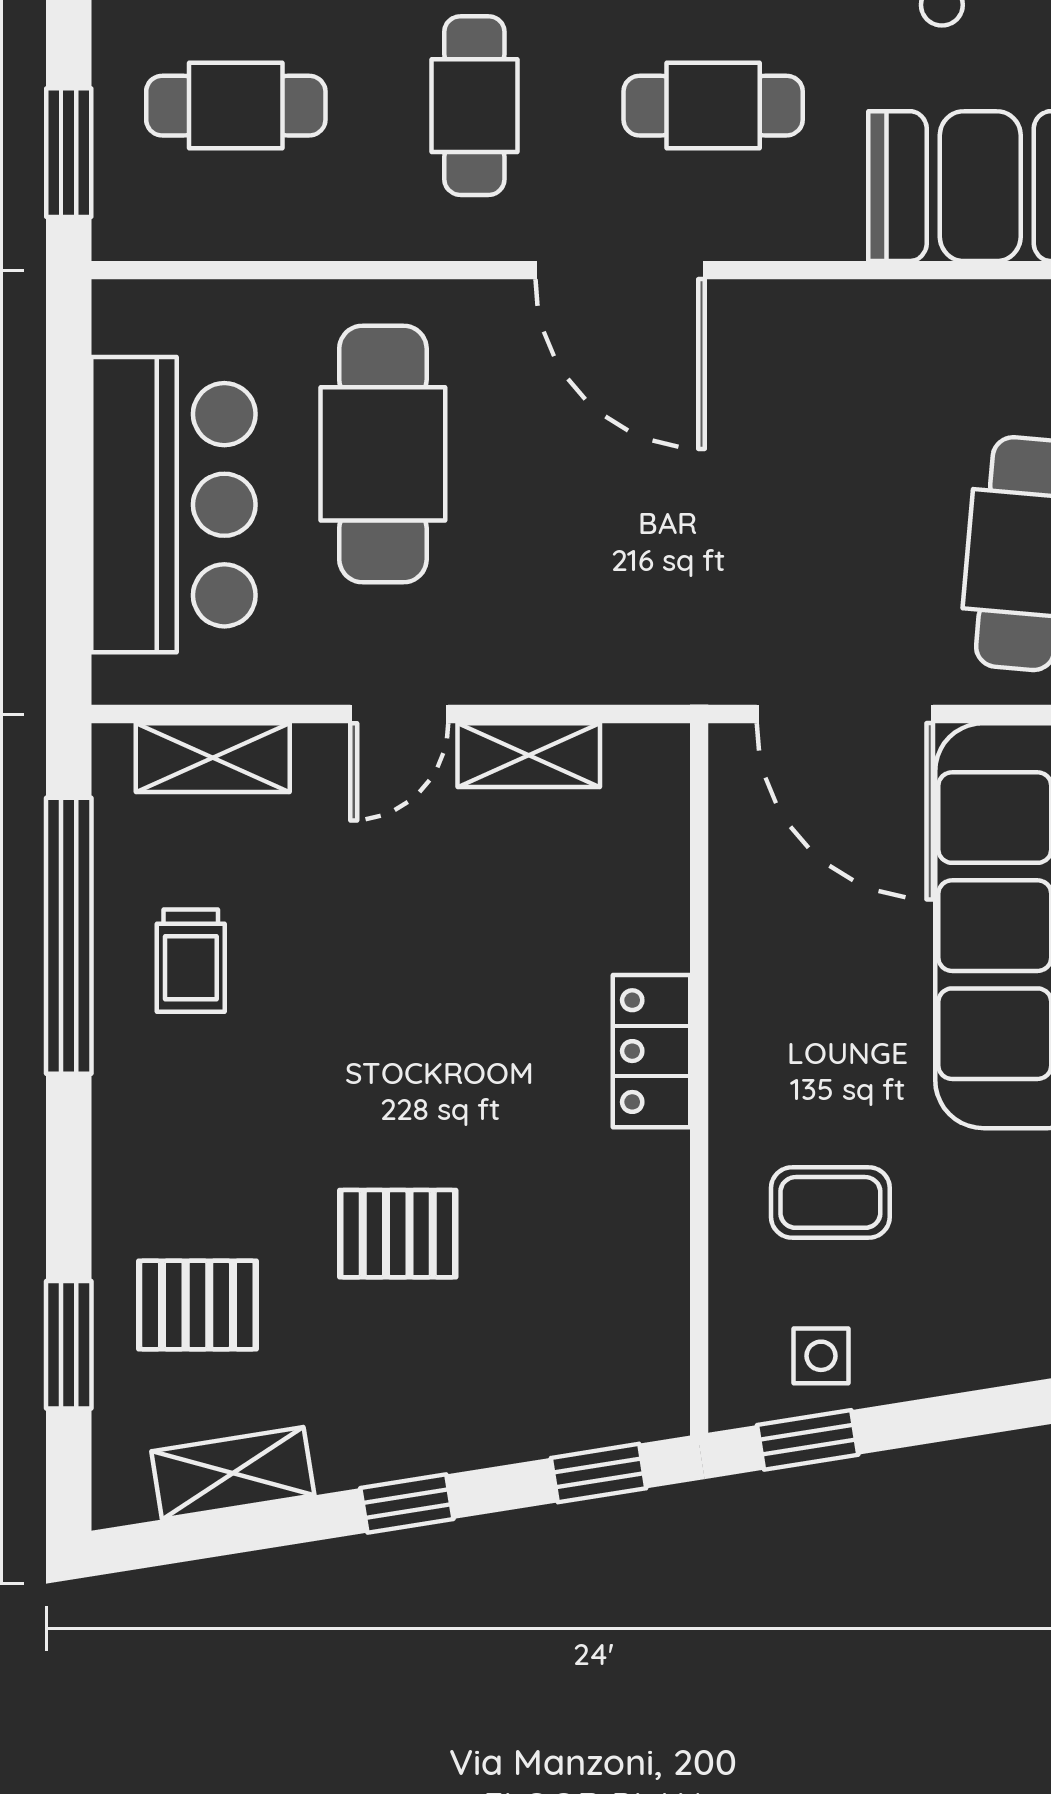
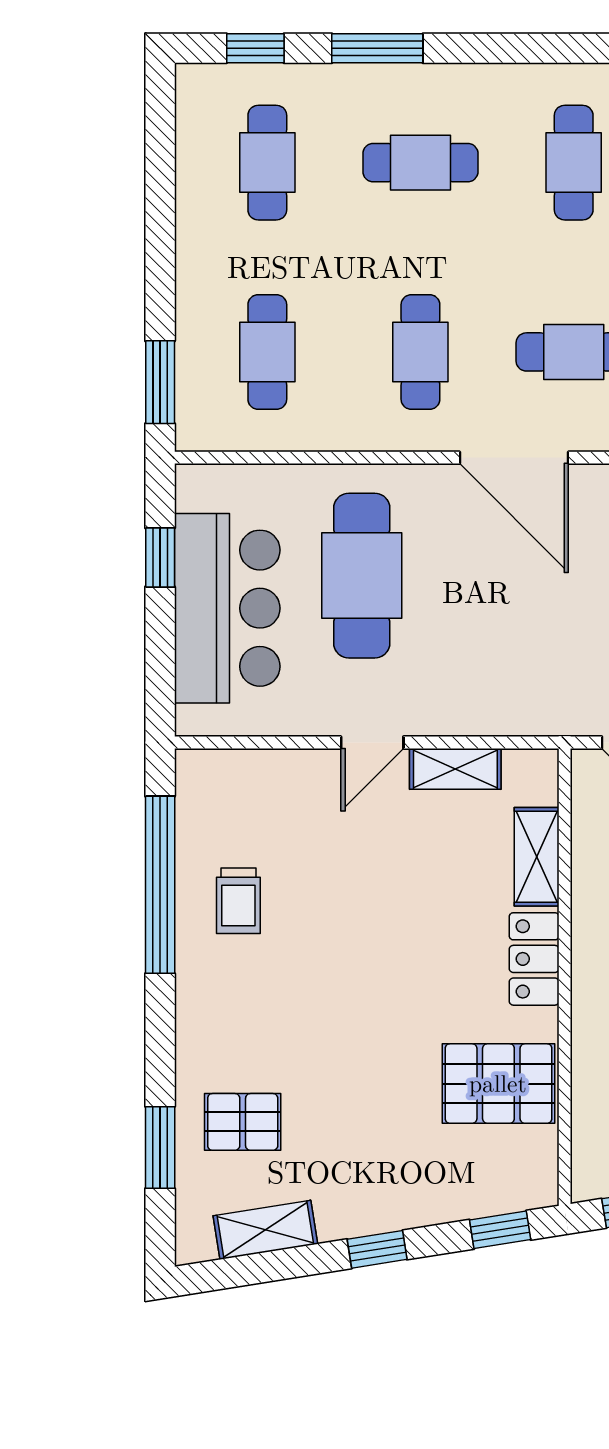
cafe table: (236, 106) -> (267, 352), turned 90
window: (69, 426) -> (160, 557), added
shelving: (213, 758) -> (537, 857), moved, turned 90
pallet: (398, 1234) -> (498, 1084), moved, width x1.50, depth x1.42

